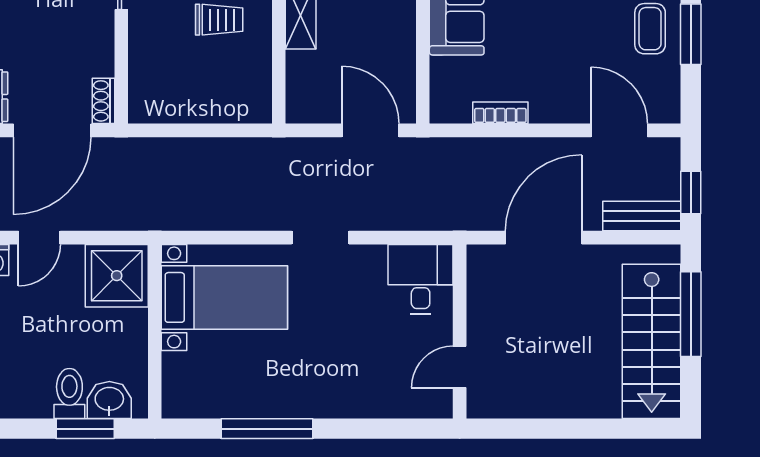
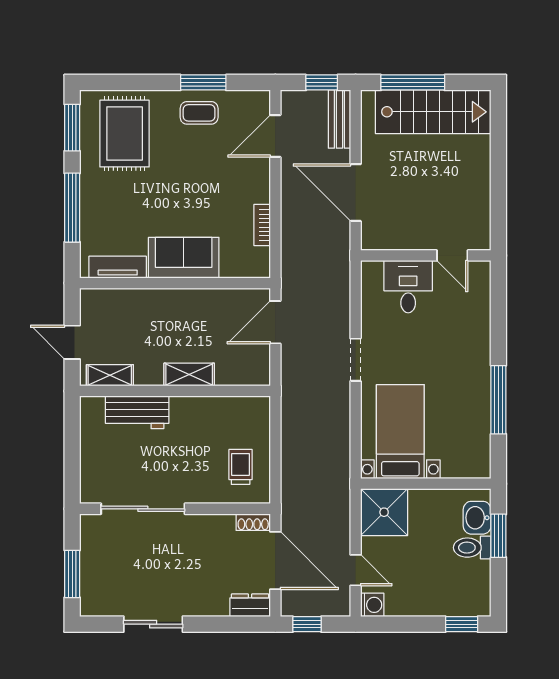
trolley: (219, 20) -> (241, 467), moved
desk: (421, 279) -> (408, 287), moved, turned 90

